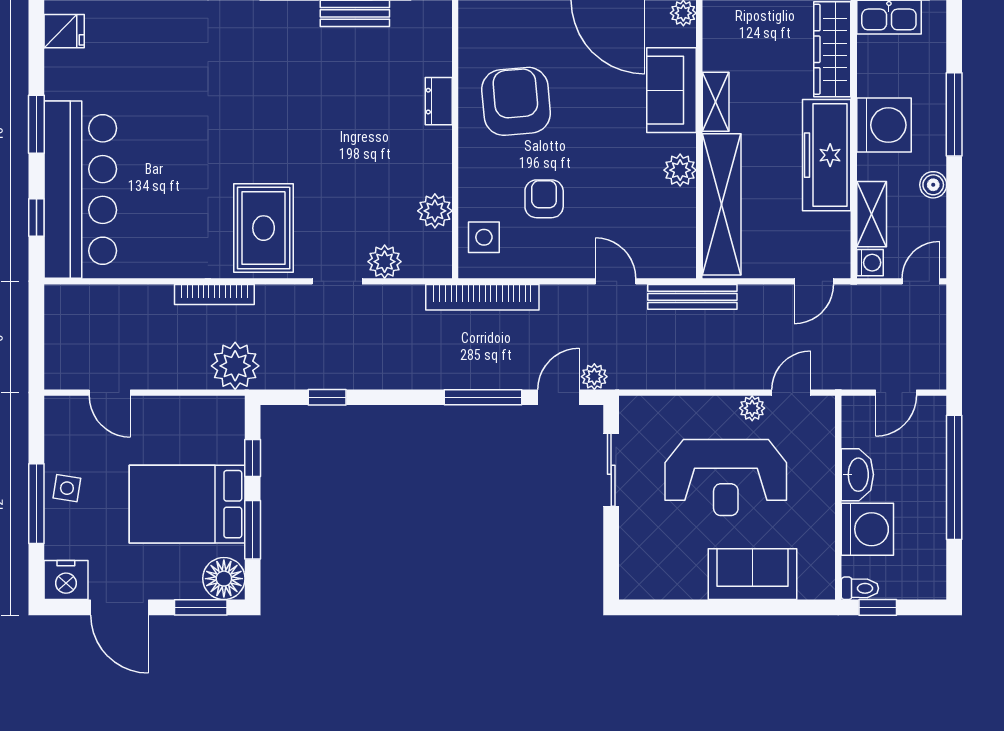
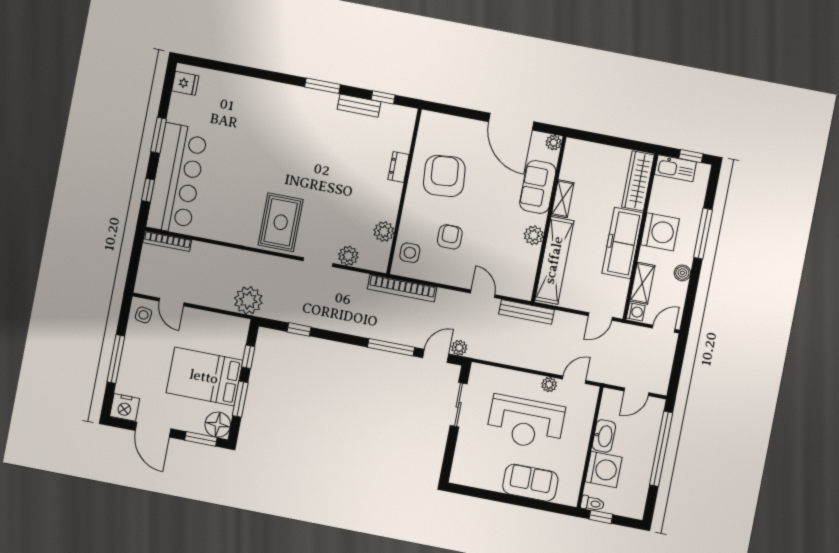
bookcase: (214, 295) -> (167, 241), moved
side table: (67, 488) -> (143, 315), moved

